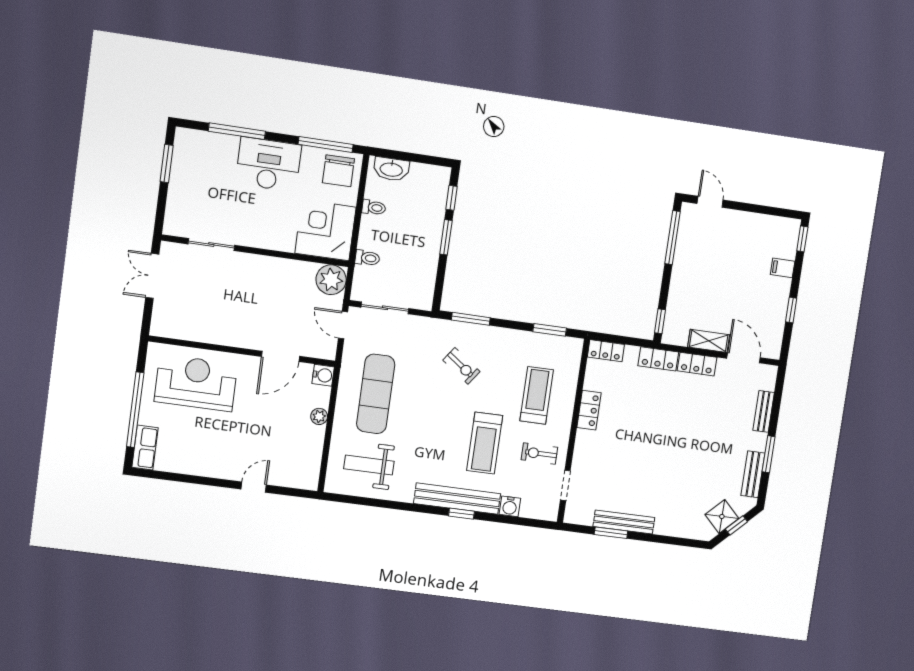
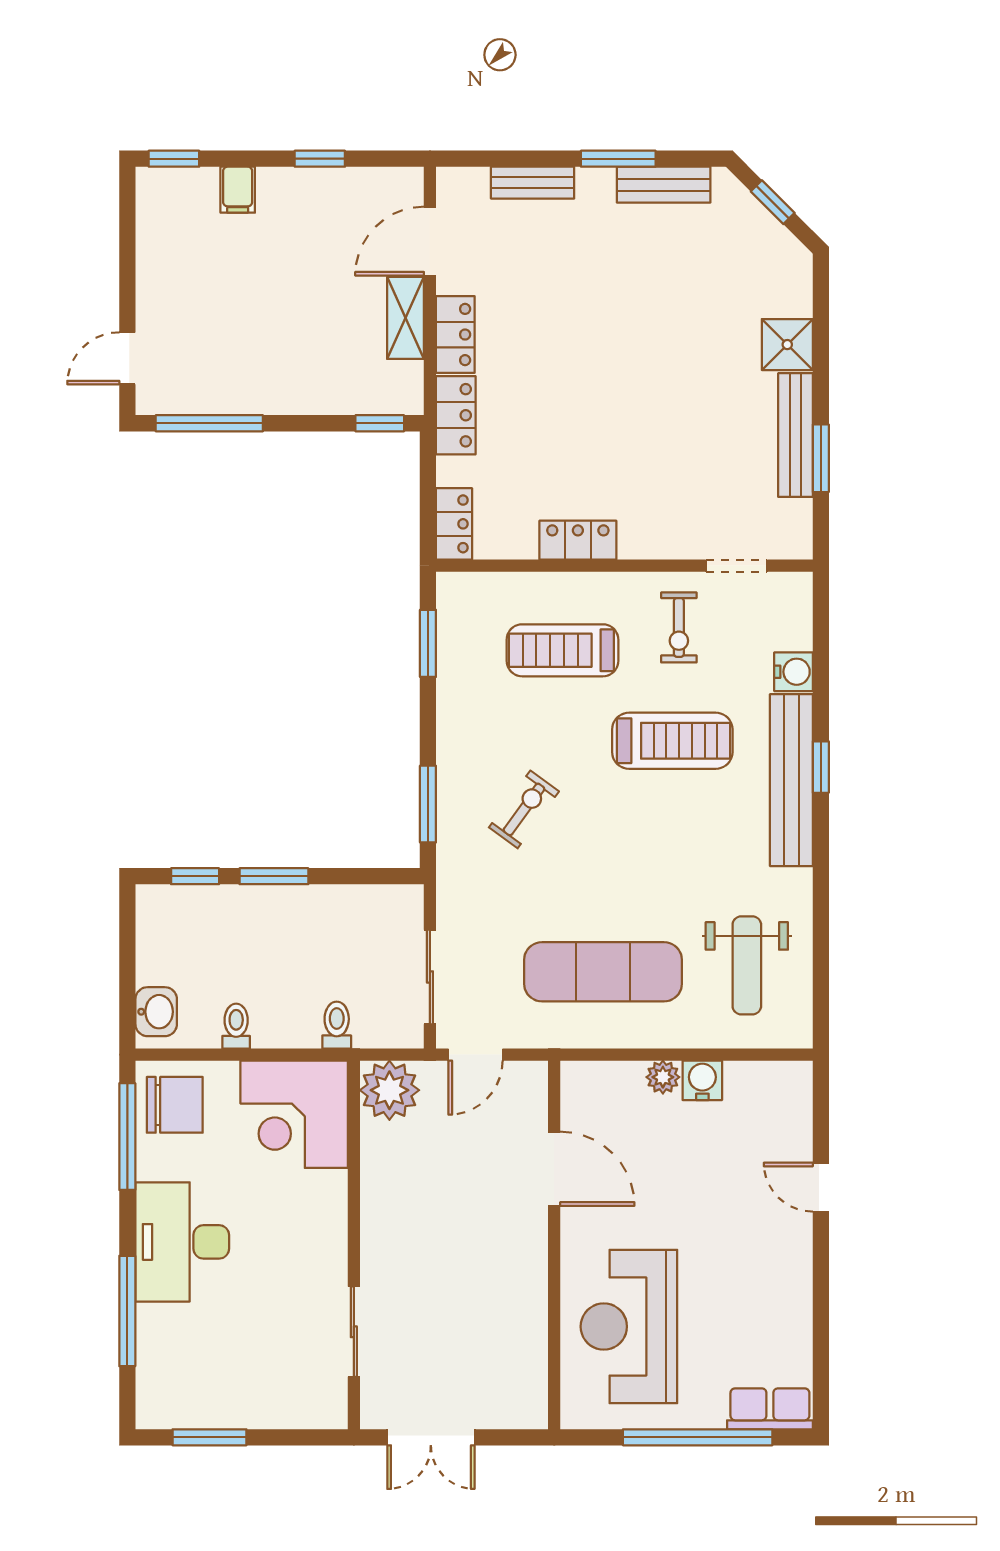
washbasin: (391, 169) -> (156, 1012), width x0.72
water cooler: (323, 375) -> (702, 1080), moved
shower: (722, 516) -> (787, 345), moved, turned 45

